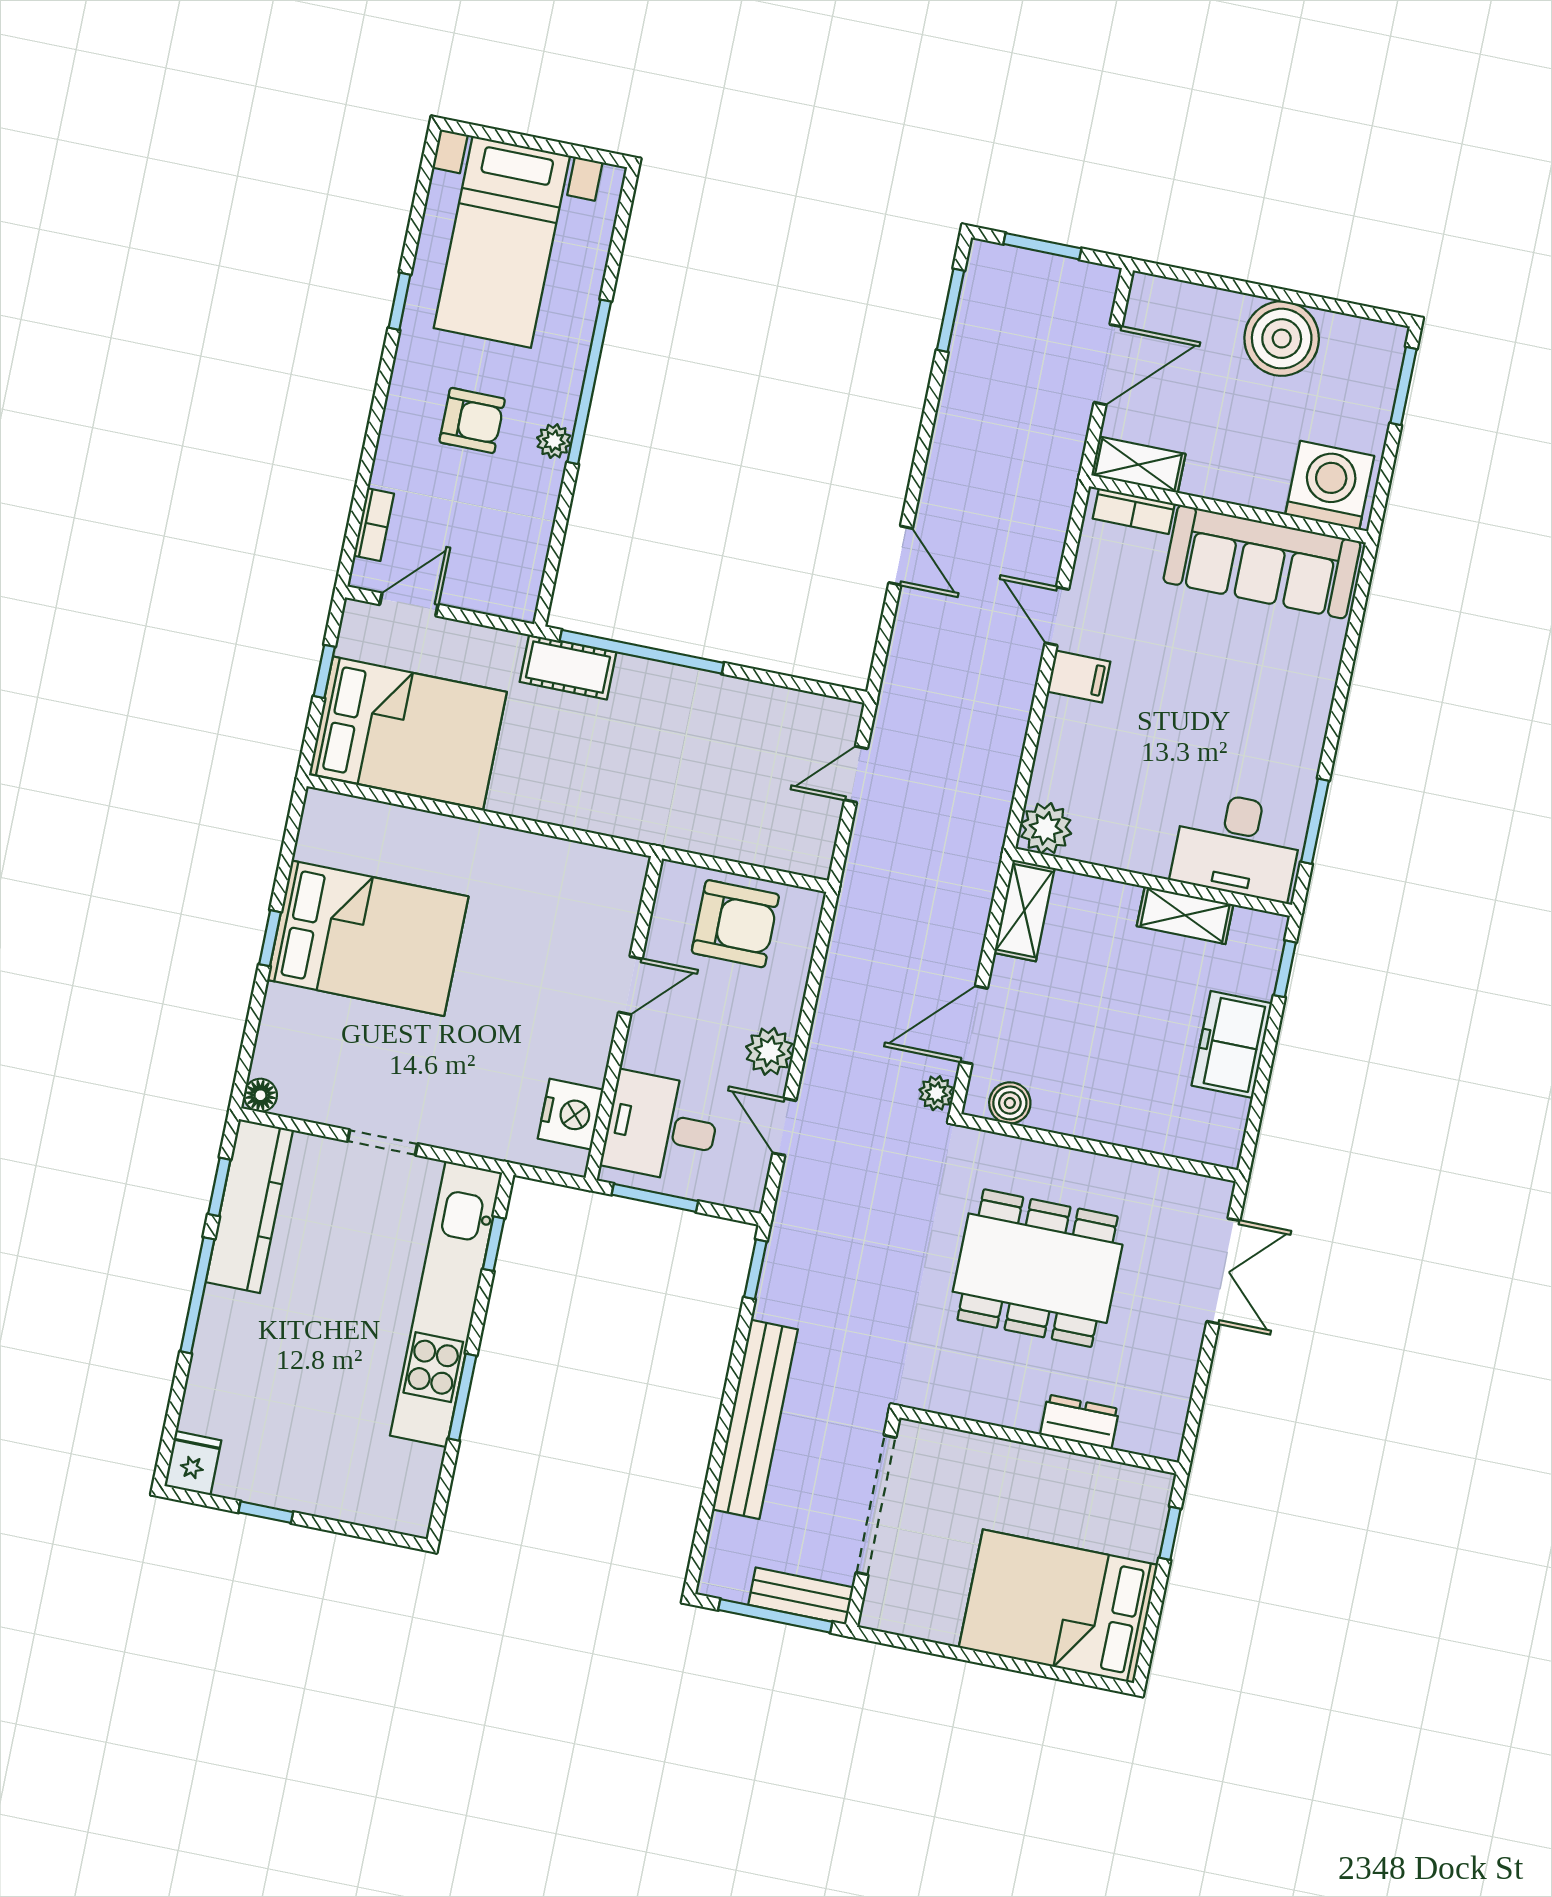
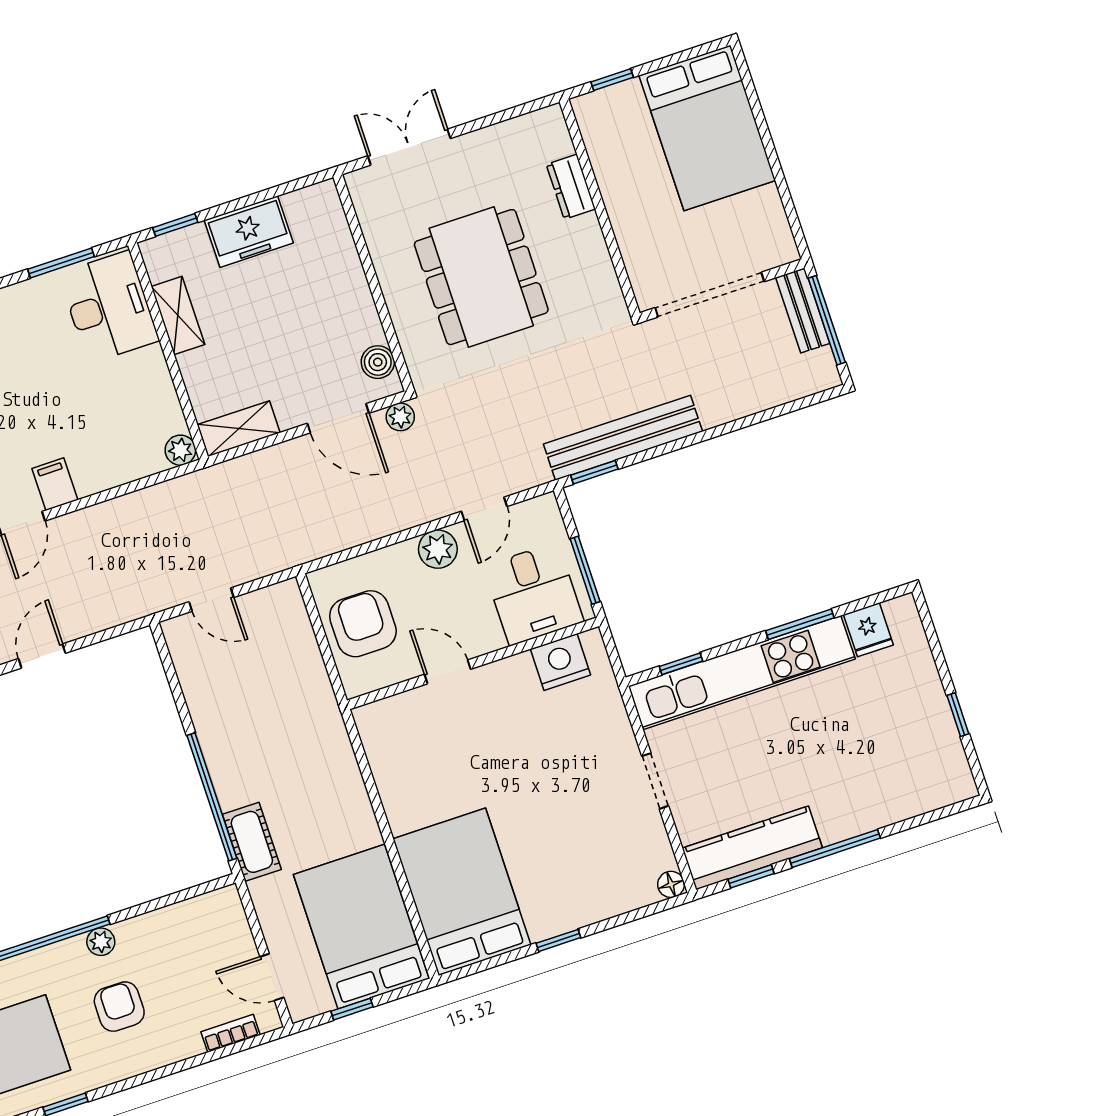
plant: (1046, 828) -> (180, 450), width x0.73, depth x0.73
bed: (368, 938) -> (462, 892), moved
bench: (755, 1419) -> (623, 438), moved
fridge: (193, 1463) -> (868, 630), moved, turned -90

